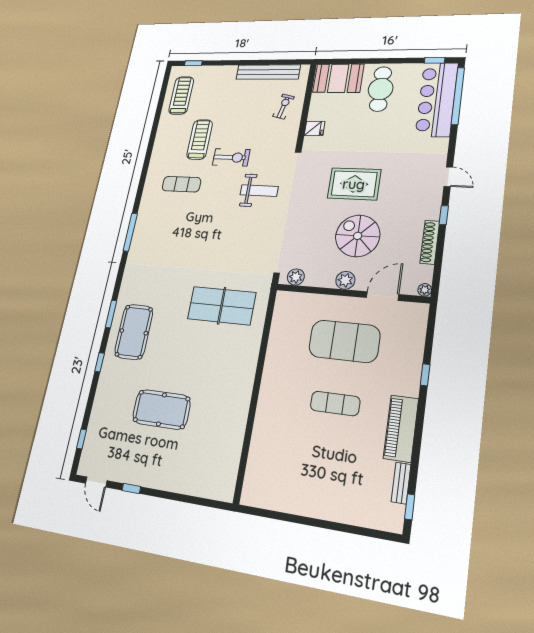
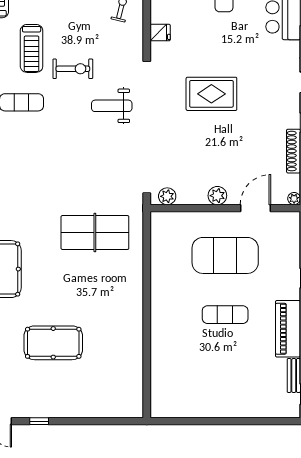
treadmill: (200, 140) -> (32, 48), turned 180
weight bench: (259, 191) -> (112, 106), turned 180
spiral stairs: (358, 236) -> (223, 149), removed

